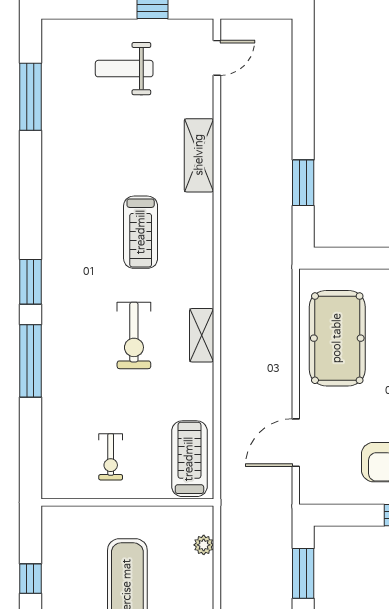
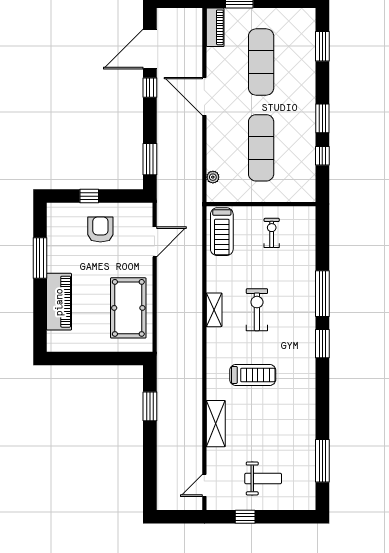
treadmill: (141, 232) -> (253, 375), turned 90

